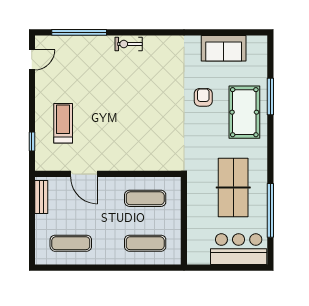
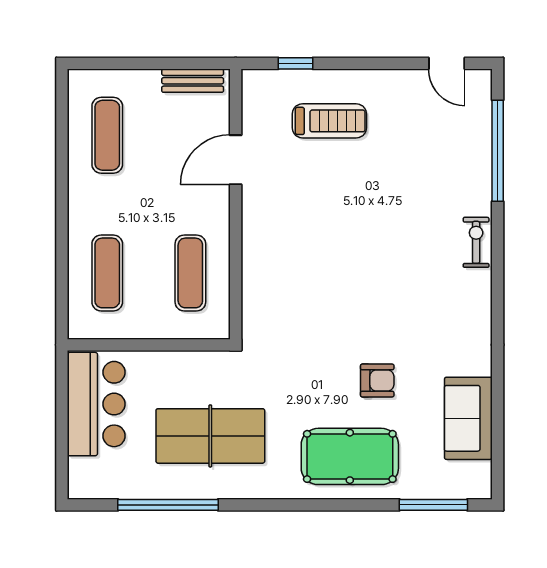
window: (270, 97) -> (433, 505), moved
bar counter: (239, 249) -> (96, 404), moved

